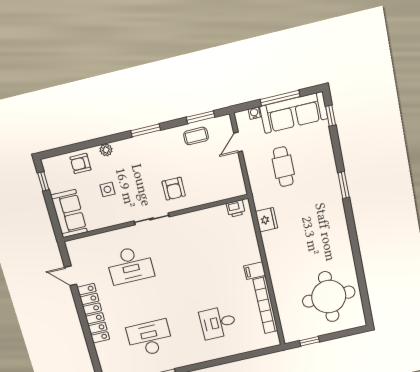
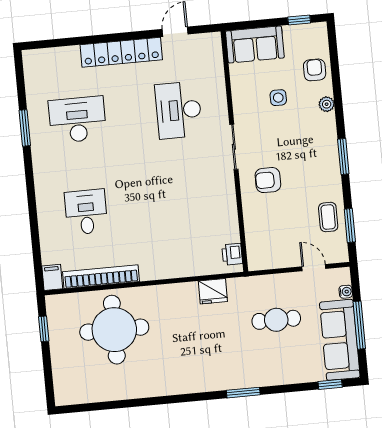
filing cabinet: (255, 271) -> (52, 277), moved
round table: (329, 297) -> (114, 330), moved
desk: (150, 338) -> (77, 120), turned -90

